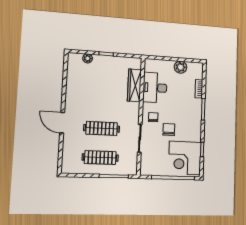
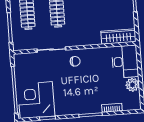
wardrobe: (134, 85) -> (118, 36), moved
desk: (155, 88) -> (125, 62), moved, turned 90
chair: (169, 129) -> (64, 79), removed

